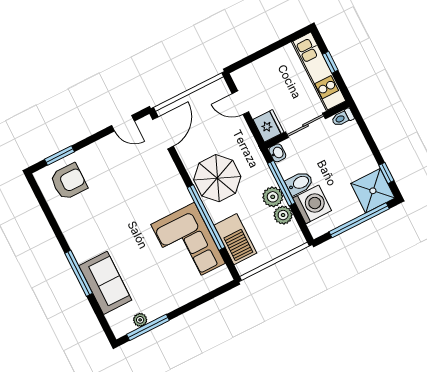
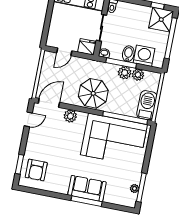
door: (163, 133) -> (49, 103), hinge flipped
plant: (168, 172) -> (70, 116), added
armchair: (69, 182) -> (36, 170), turned 180
window: (206, 217) -> (125, 118), moved
barbecue: (235, 239) -> (147, 105), moved, turned -90
corner sofa: (188, 244) -> (114, 140), width x1.36, depth x1.36
sofa: (105, 283) -> (87, 189), moved

